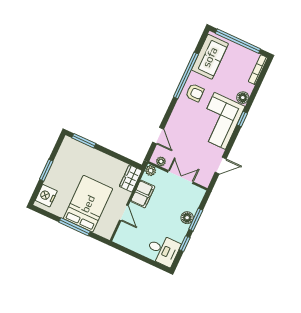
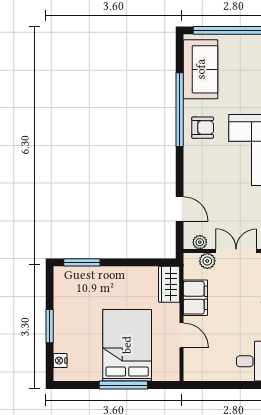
plant: (151, 171) -> (207, 261), moved
nightstand: (46, 196) -> (60, 361), width x0.53, depth x0.56

